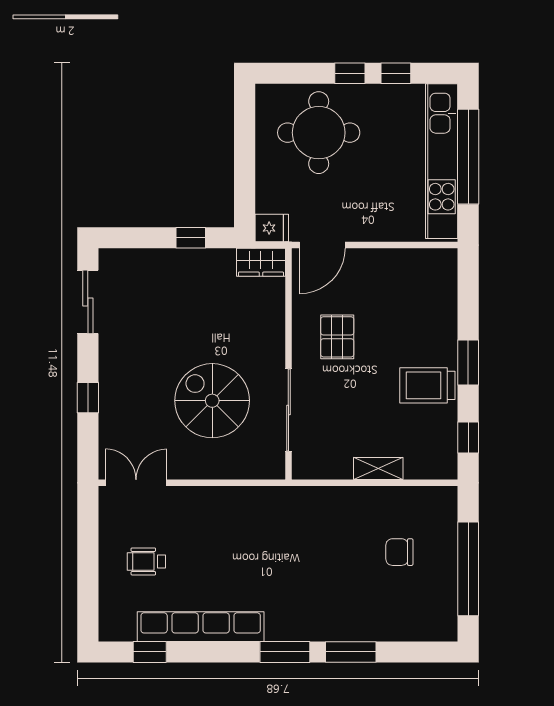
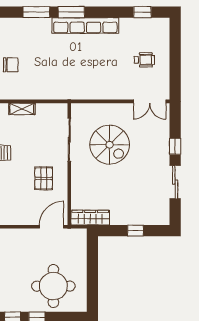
fridge: (272, 228) -> (78, 236), removed
window: (191, 238) -> (135, 231), moved
wardrobe: (261, 262) -> (90, 218), width x1.50
sliding door: (88, 302) -> (175, 182), moved
row of seats: (201, 627) -> (85, 26), moved

